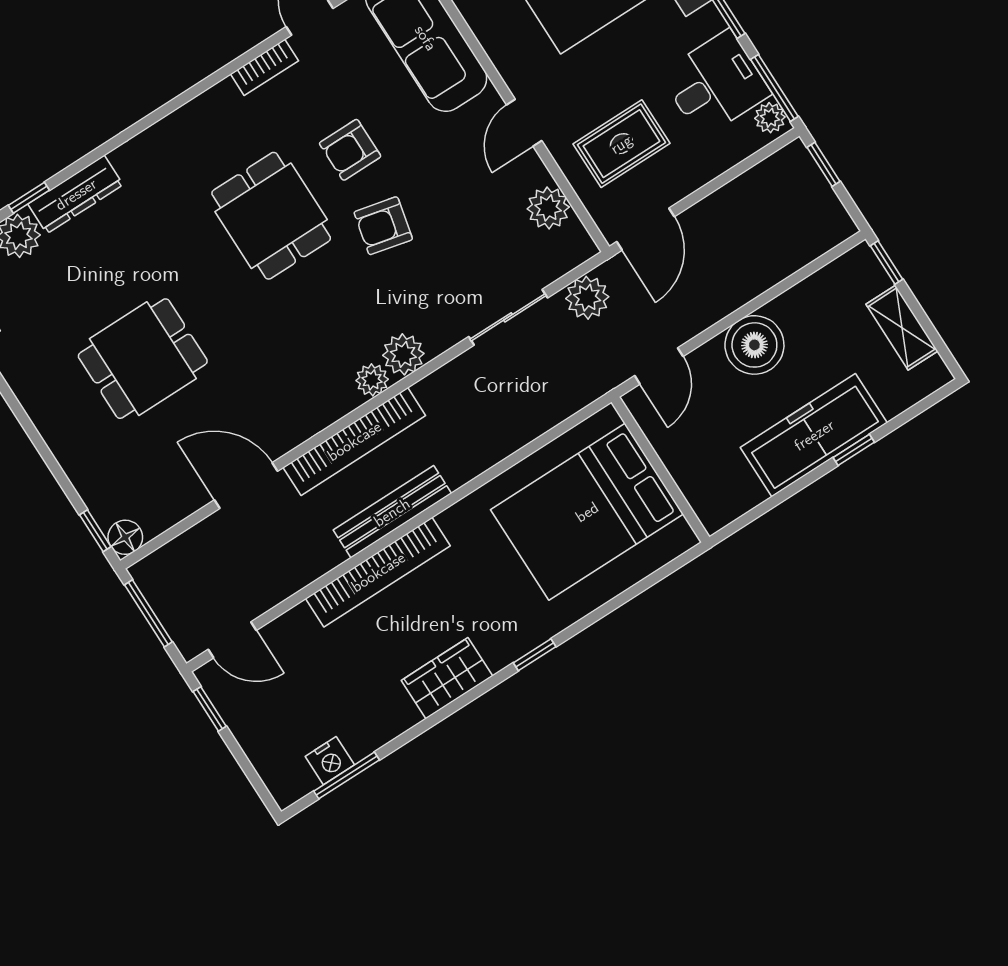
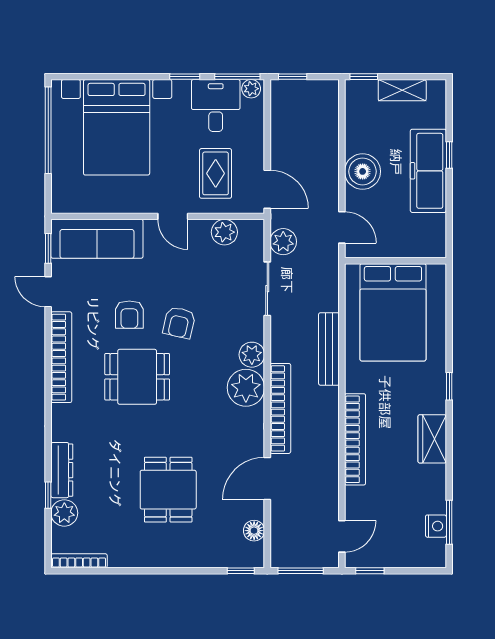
bookcase: (264, 67) -> (61, 357), width x2.31, depth x1.31
plant: (372, 380) -> (246, 388), width x1.88, depth x1.88
bench: (392, 512) -> (329, 349), moved
floor lamp: (125, 537) -> (254, 531), moved

